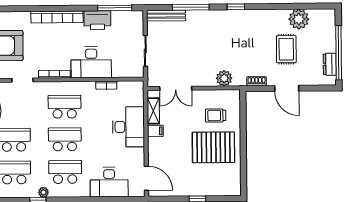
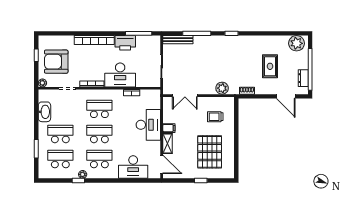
plant: (299, 19) -> (297, 43), moved
door: (287, 88) -> (286, 96), moved
shelving: (153, 111) -> (168, 143), moved
pallet: (213, 147) -> (210, 152), moved, turned 90

